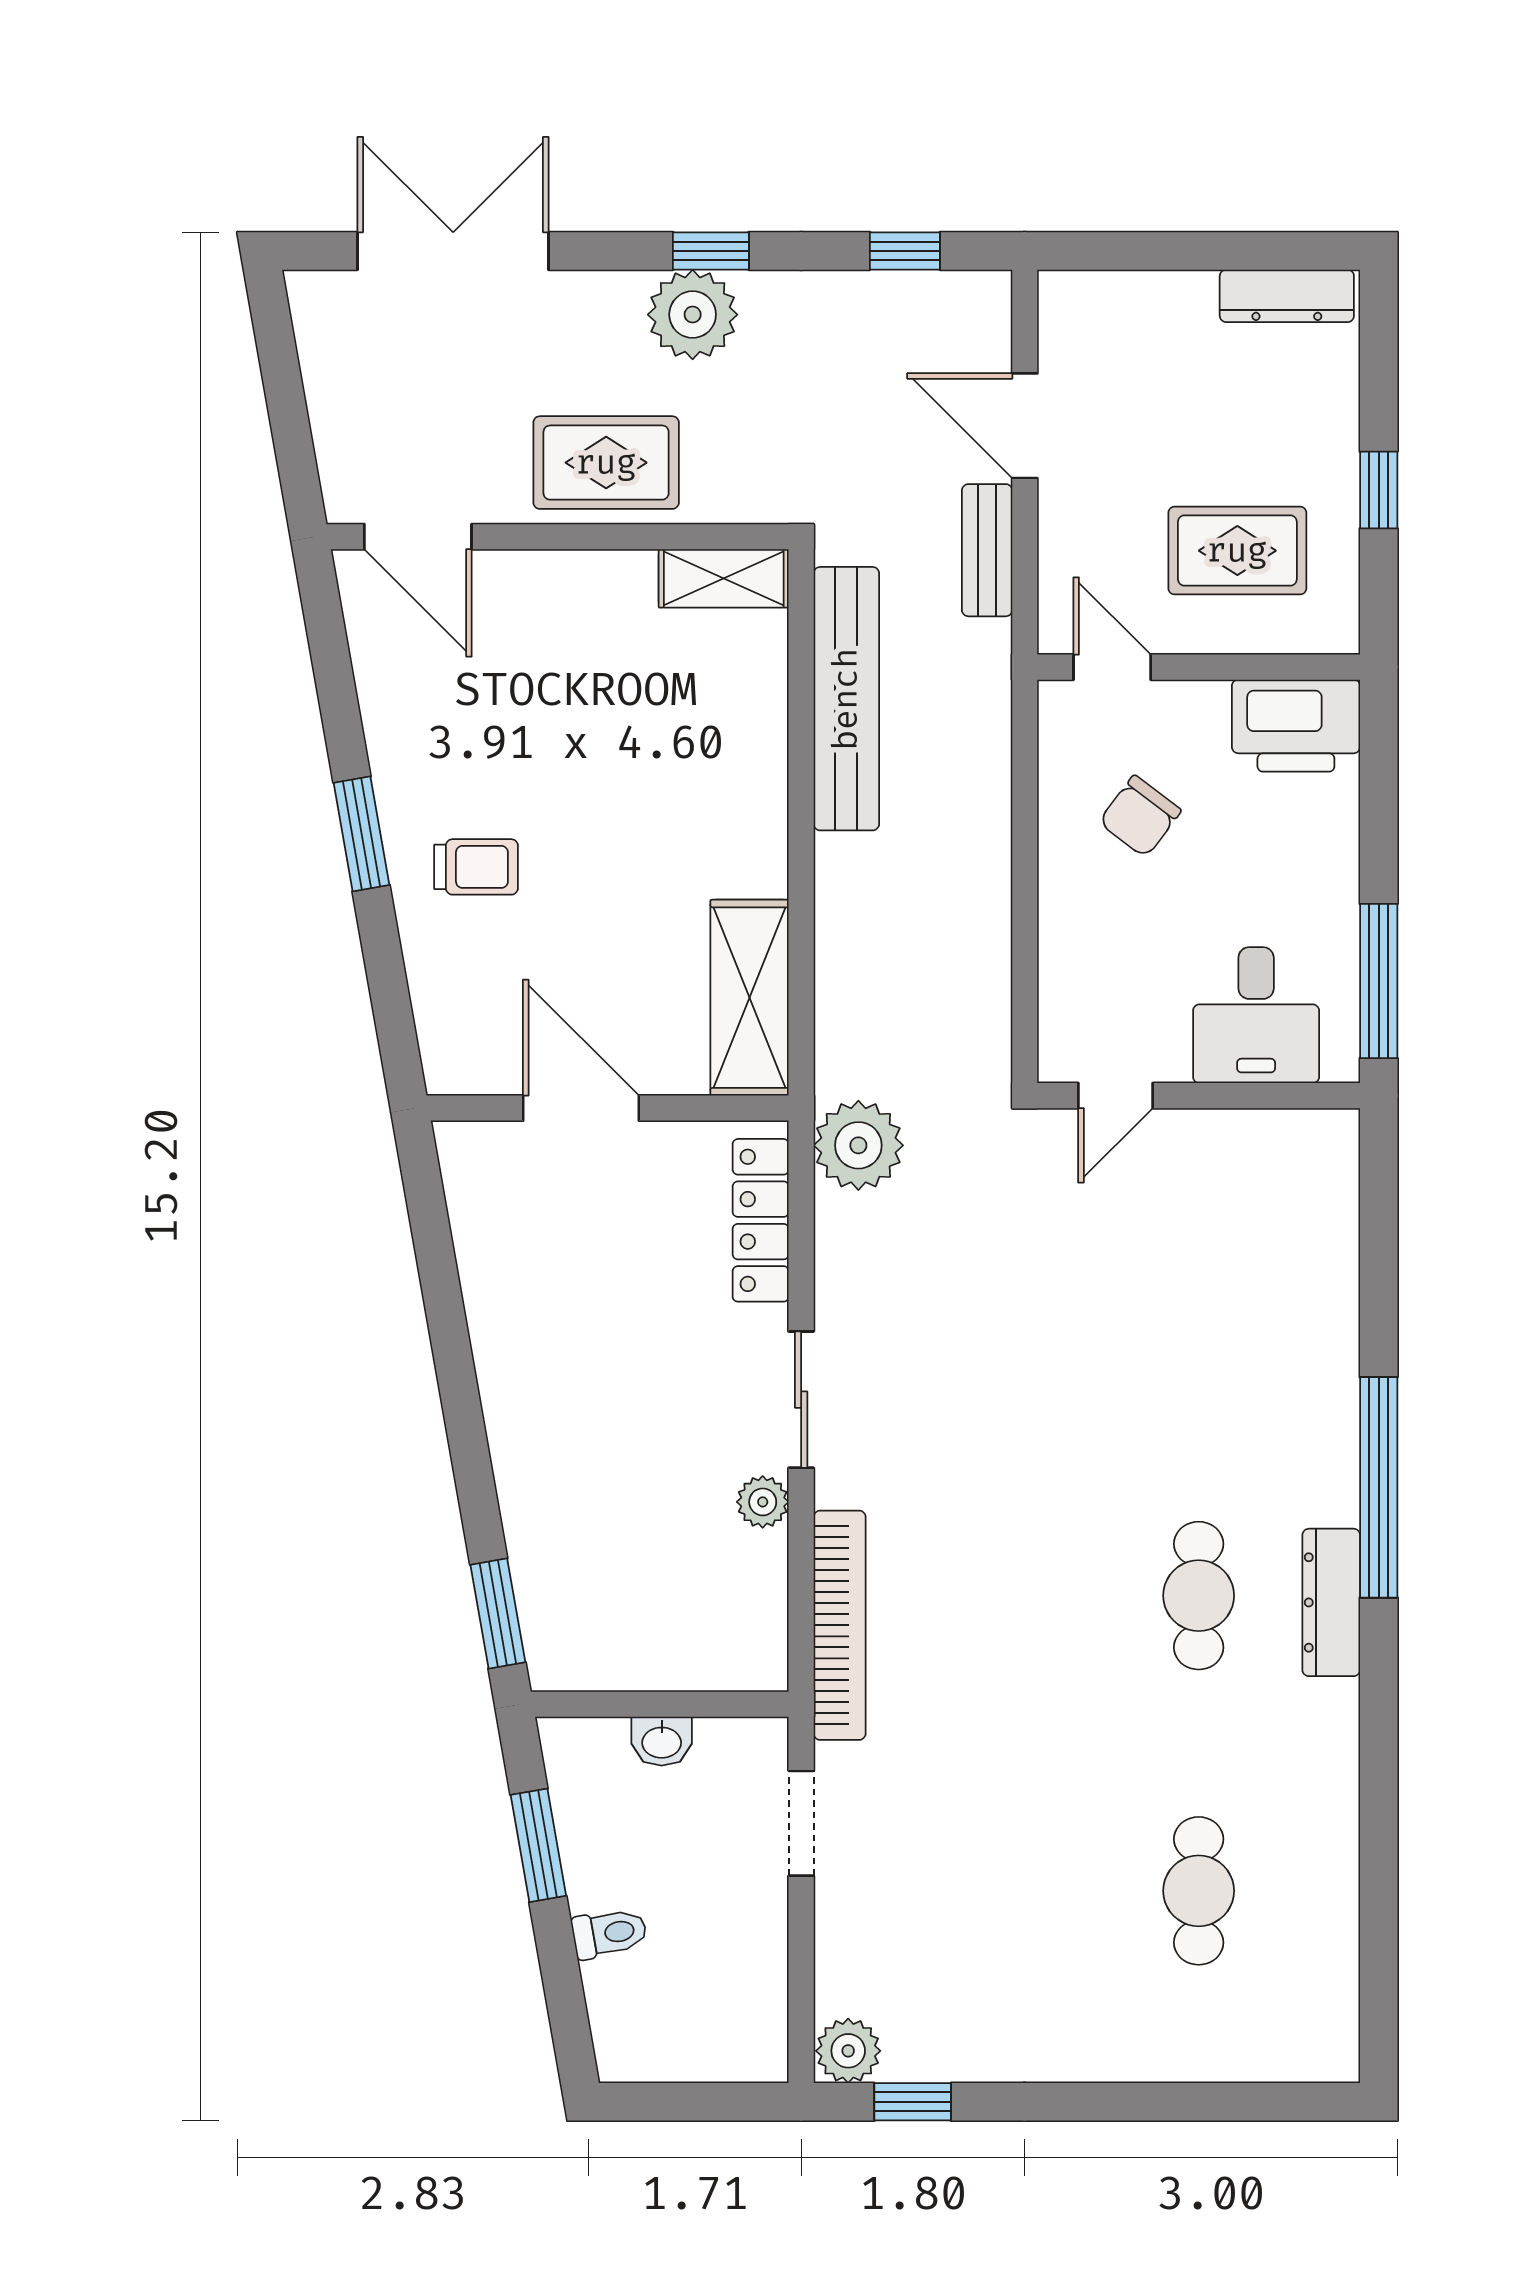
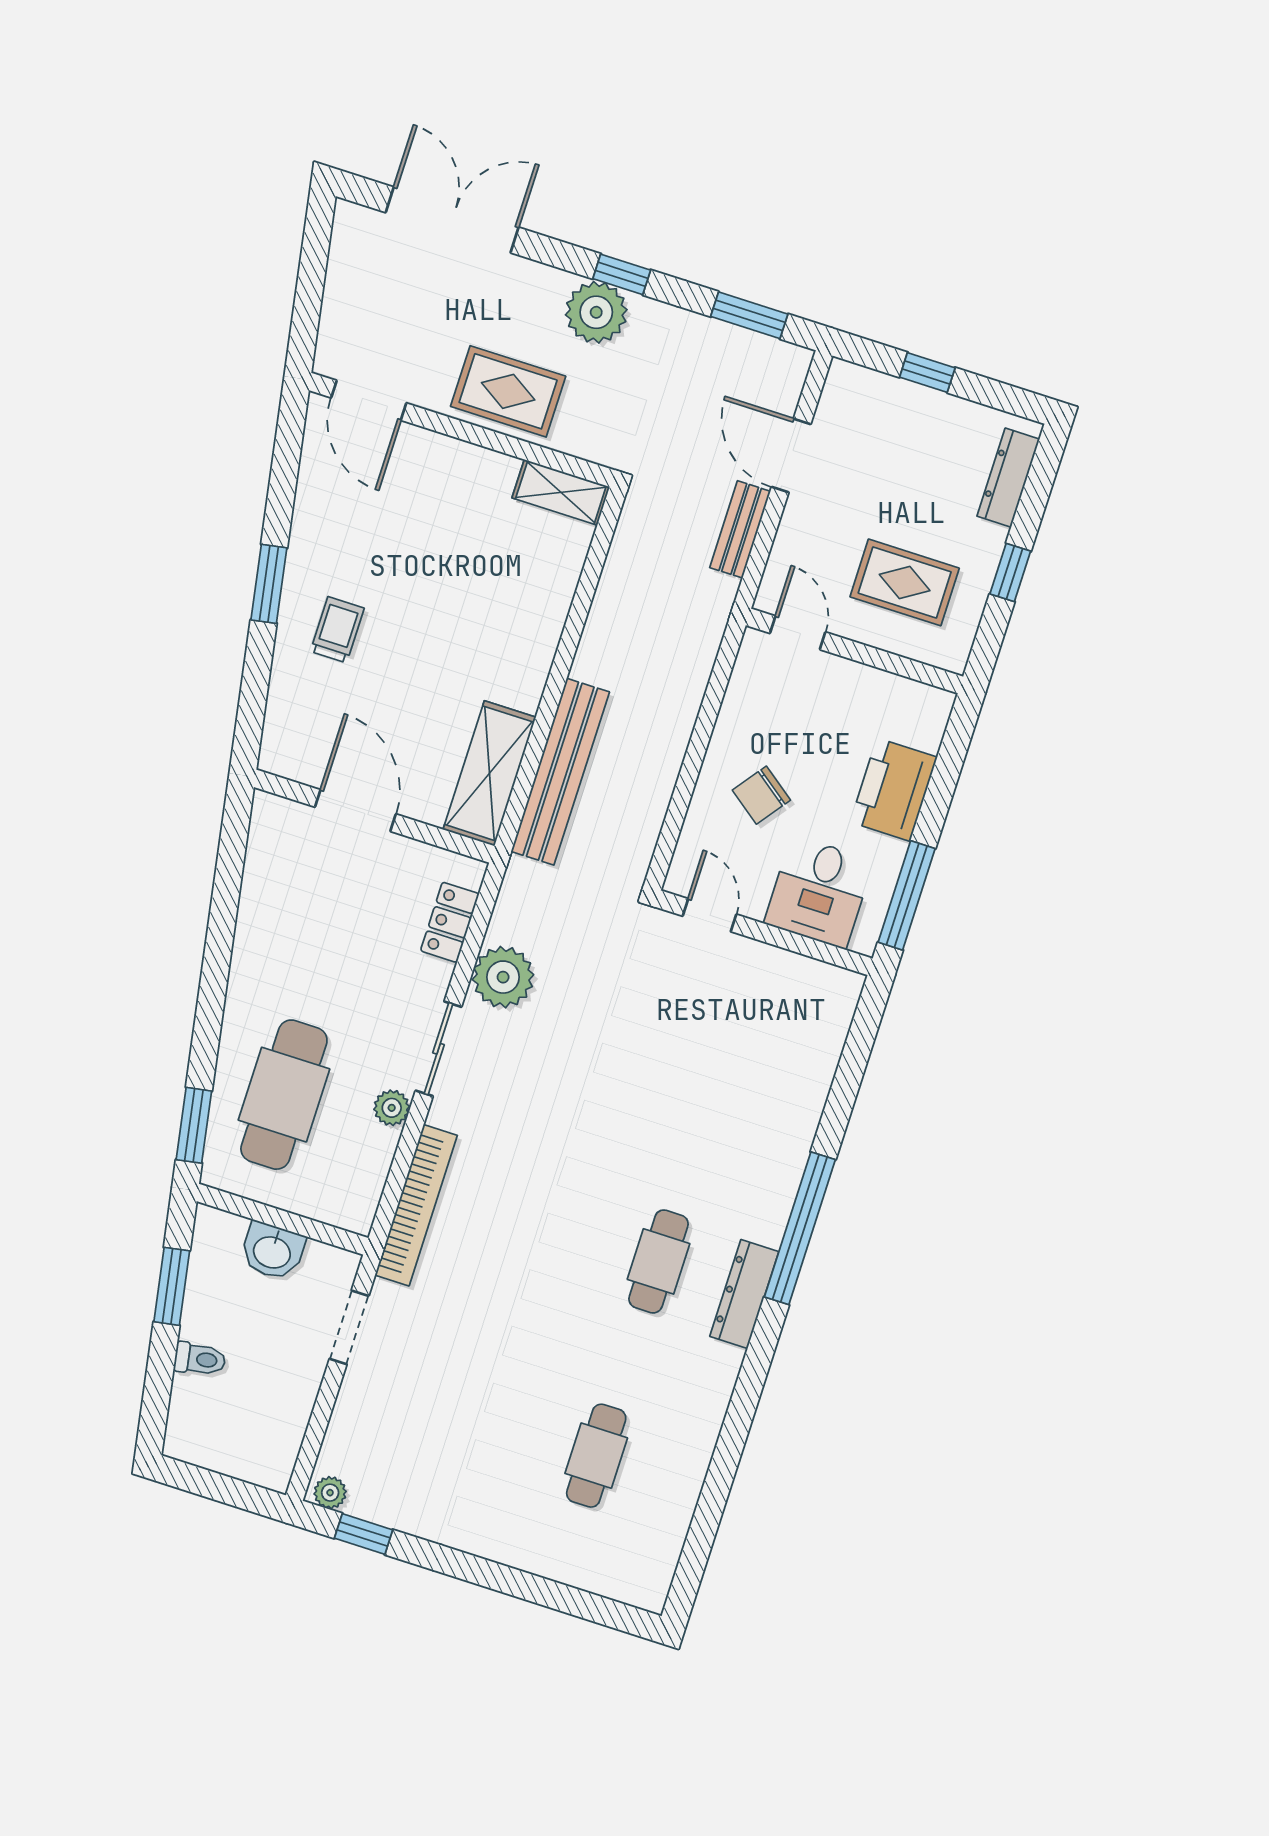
window: (905, 251) -> (749, 315), width x1.50
window: (1176, 251) -> (927, 372), added
dresser: (1287, 296) -> (1008, 478), moved, turned 90
bench: (846, 699) -> (560, 772), moved
printer: (1296, 726) -> (894, 790), moved, turned 90
chair: (1140, 816) -> (761, 795), moved
trolley: (476, 867) -> (337, 630), turned -90
door: (1115, 1096) -> (709, 915), swing flipped
plant: (858, 1145) -> (503, 977), moved
locker: (761, 1220) -> (450, 922), width x0.66
cafe table: (608, 1531) -> (284, 1095), added
washbasin: (662, 1741) -> (272, 1251), width x1.38, depth x1.45
plant: (848, 2051) -> (330, 1493), width x0.73, depth x0.73

